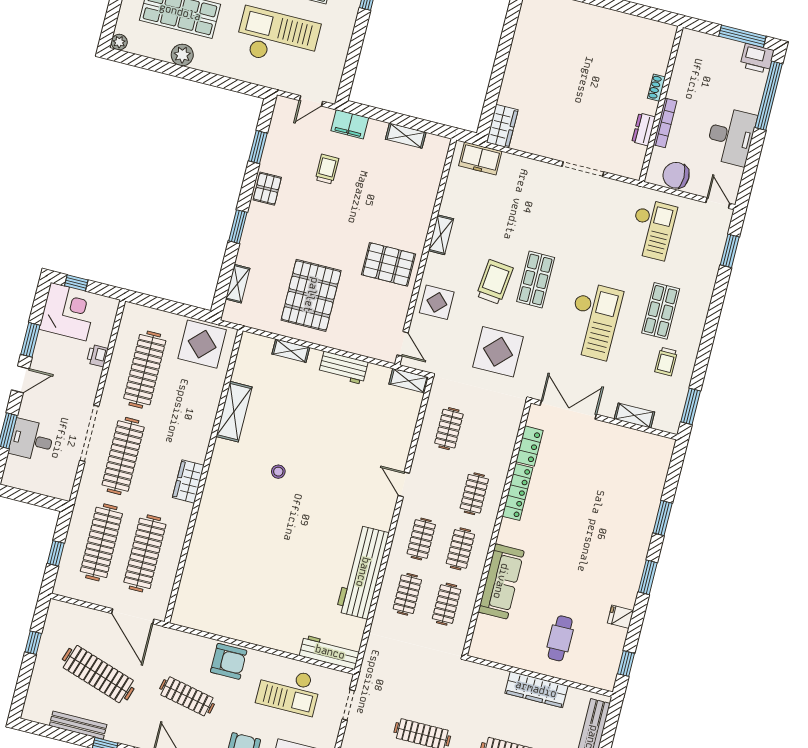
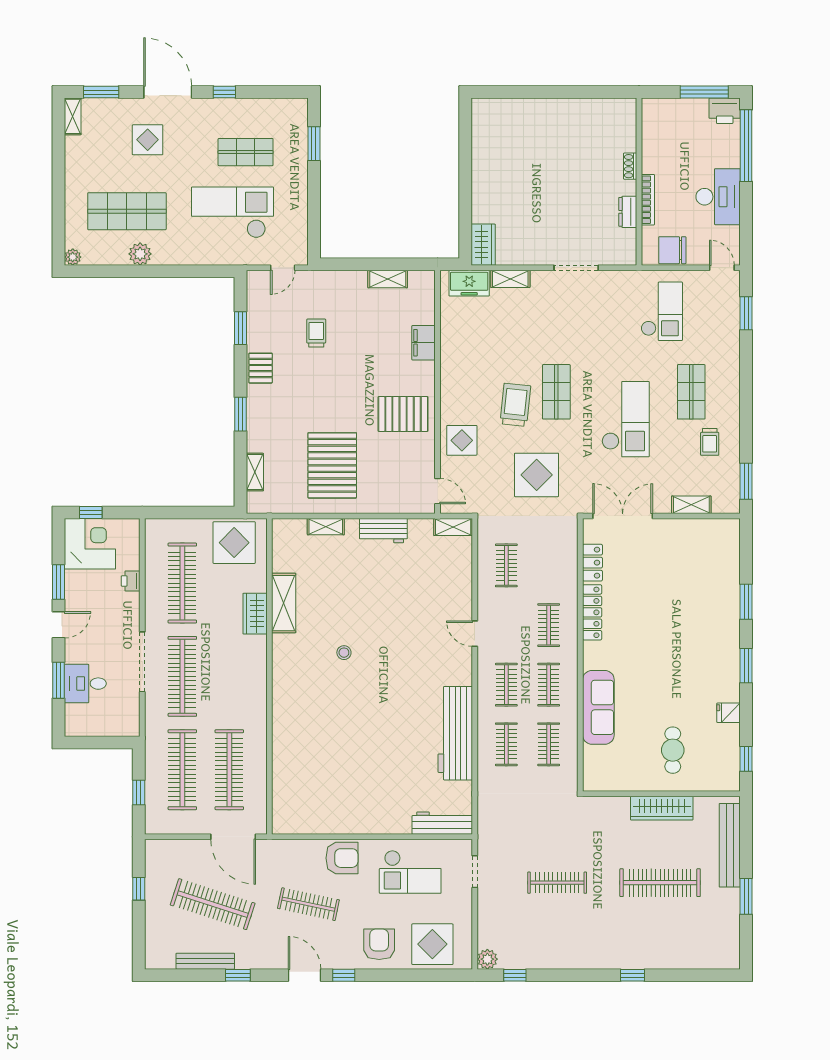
filing cabinet: (350, 124) -> (424, 343), moved, turned 90
shelving: (441, 235) -> (510, 279), moved, turned 90
wardrobe: (188, 481) -> (255, 614), moved

